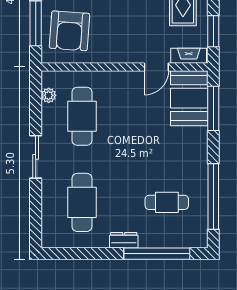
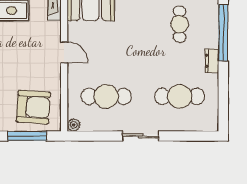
door: (156, 67) -> (64, 52), moved
plant: (49, 95) -> (74, 125), moved

